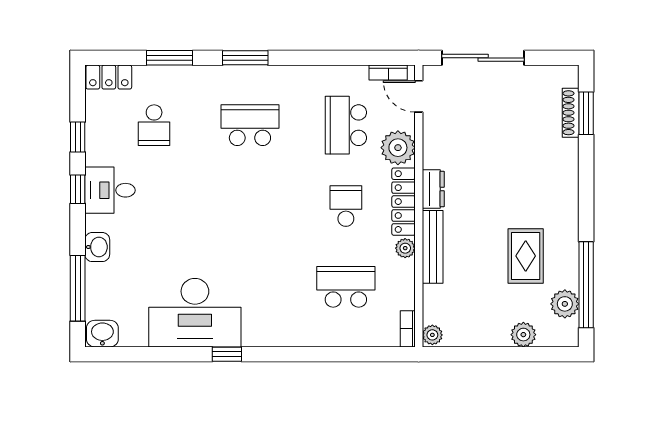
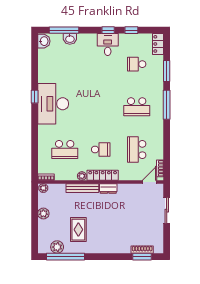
window: (245, 58) -> (167, 105), width x1.44
sliding door: (483, 58) -> (167, 211), width x0.73
school desk: (250, 125) -> (137, 107), turned 90
school desk: (346, 125) -> (137, 150), turned -90
plant: (398, 148) -> (127, 173), removed
washbasin: (97, 247) -> (70, 39), moved
rug: (526, 256) -> (78, 230), turned 90
school desk: (346, 287) -> (65, 150), turned 90
desk: (195, 313) -> (53, 104), moved
plant: (523, 335) -> (43, 214), moved

